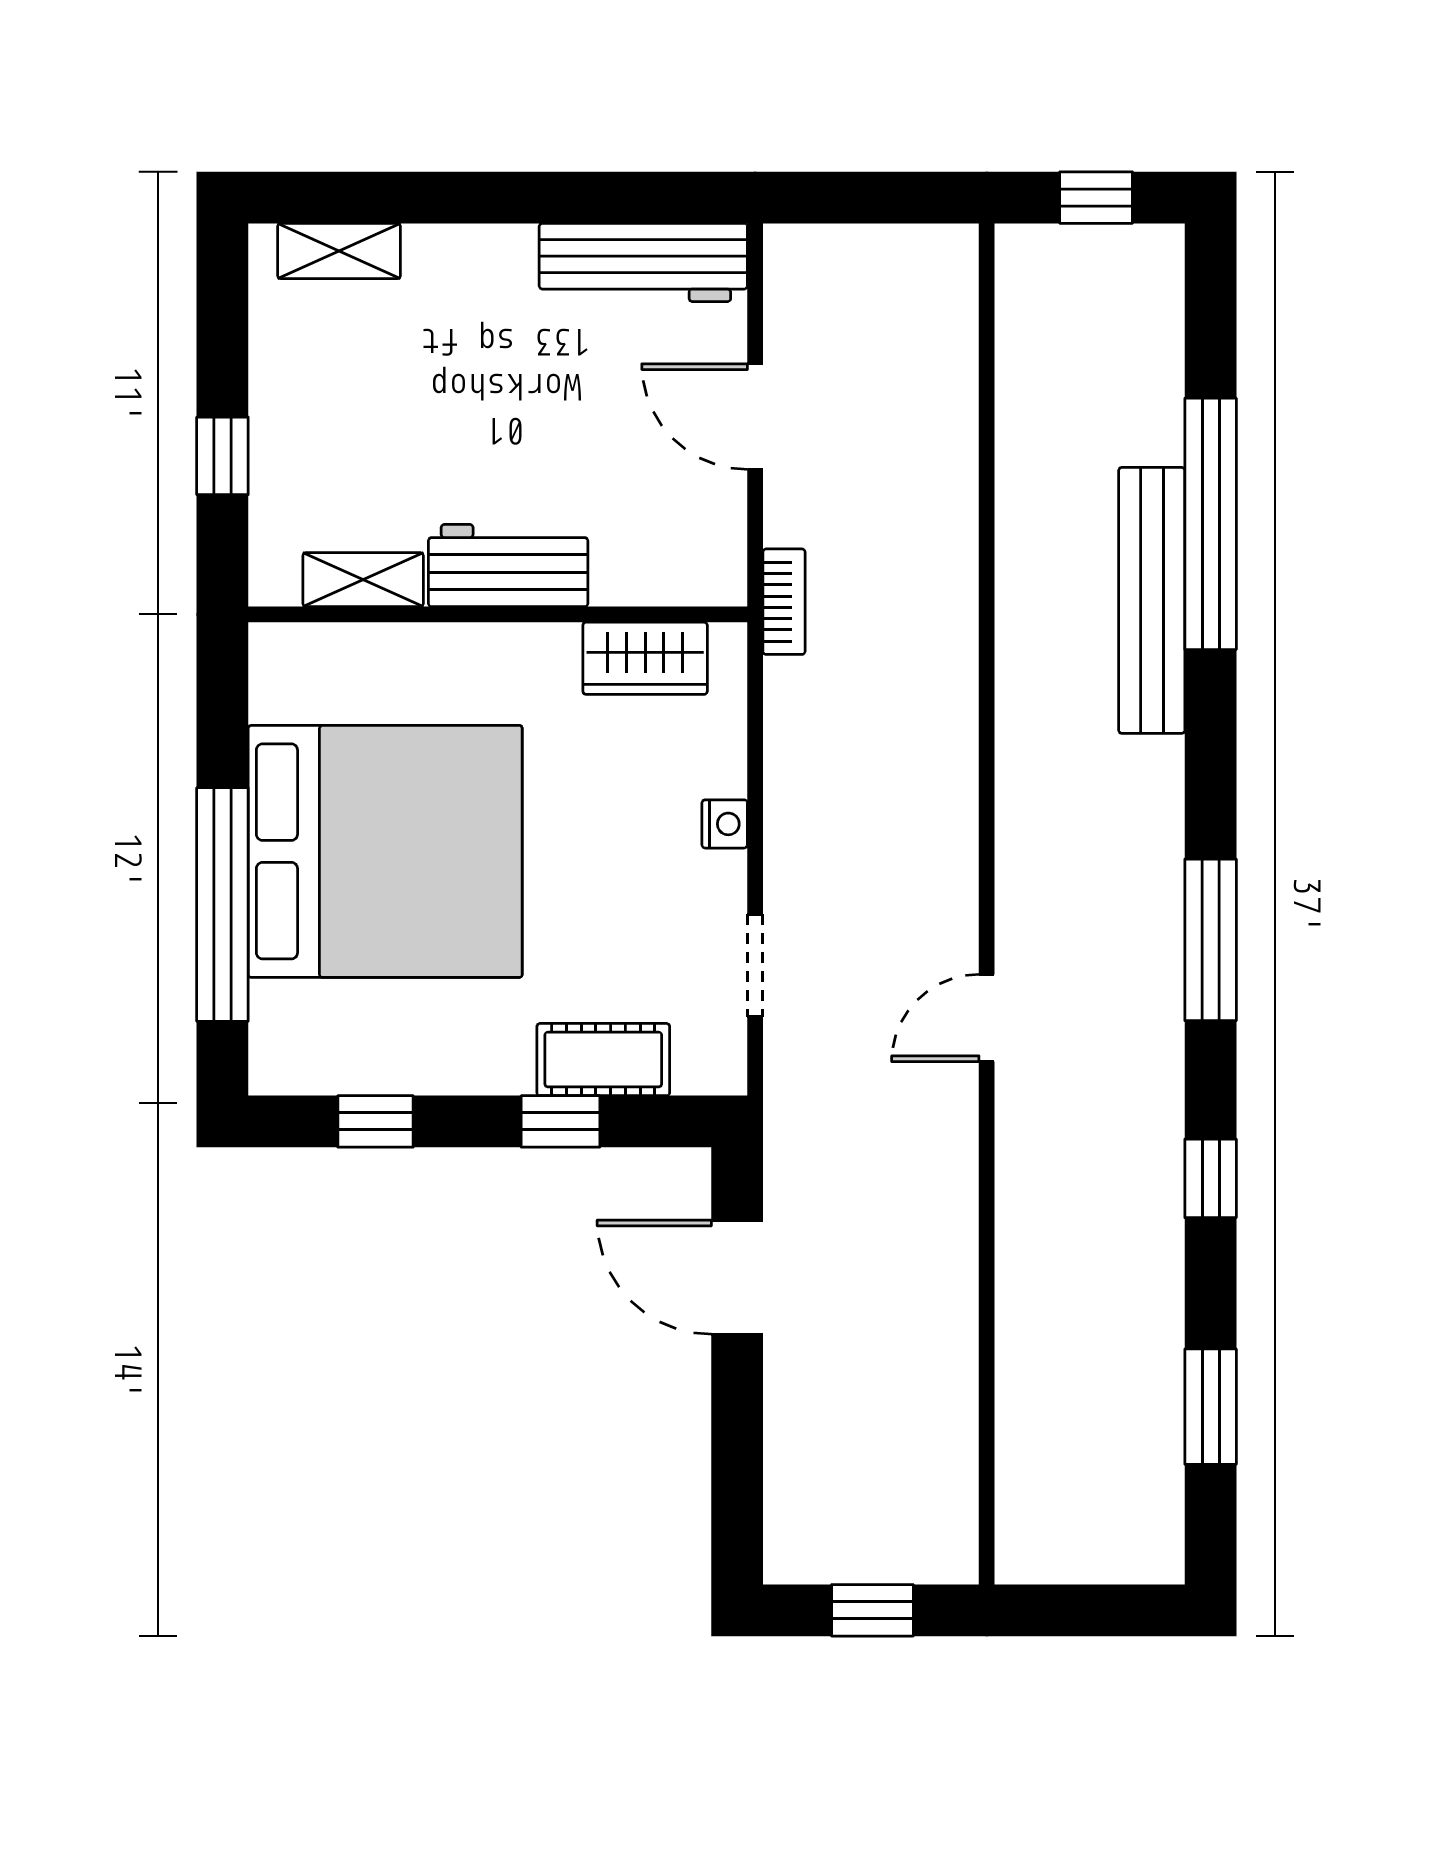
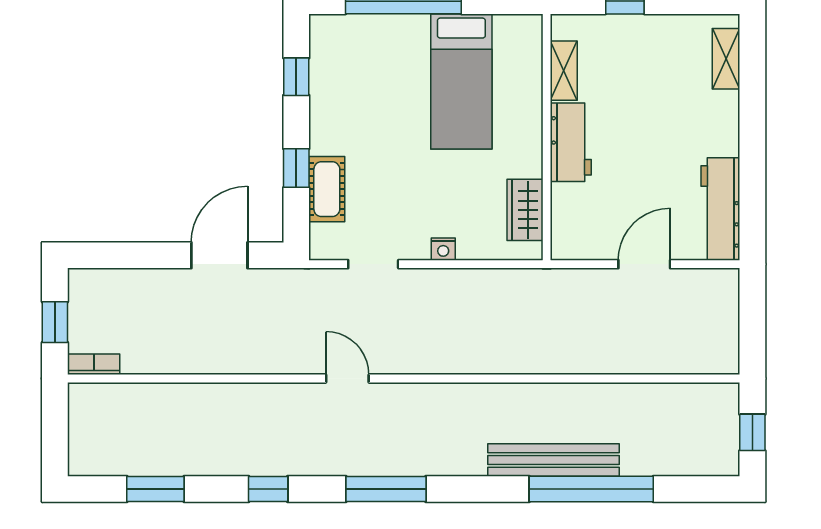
bookcase: (784, 602) -> (94, 364), moved, turned 180
bed: (385, 851) -> (461, 81), width x0.49

